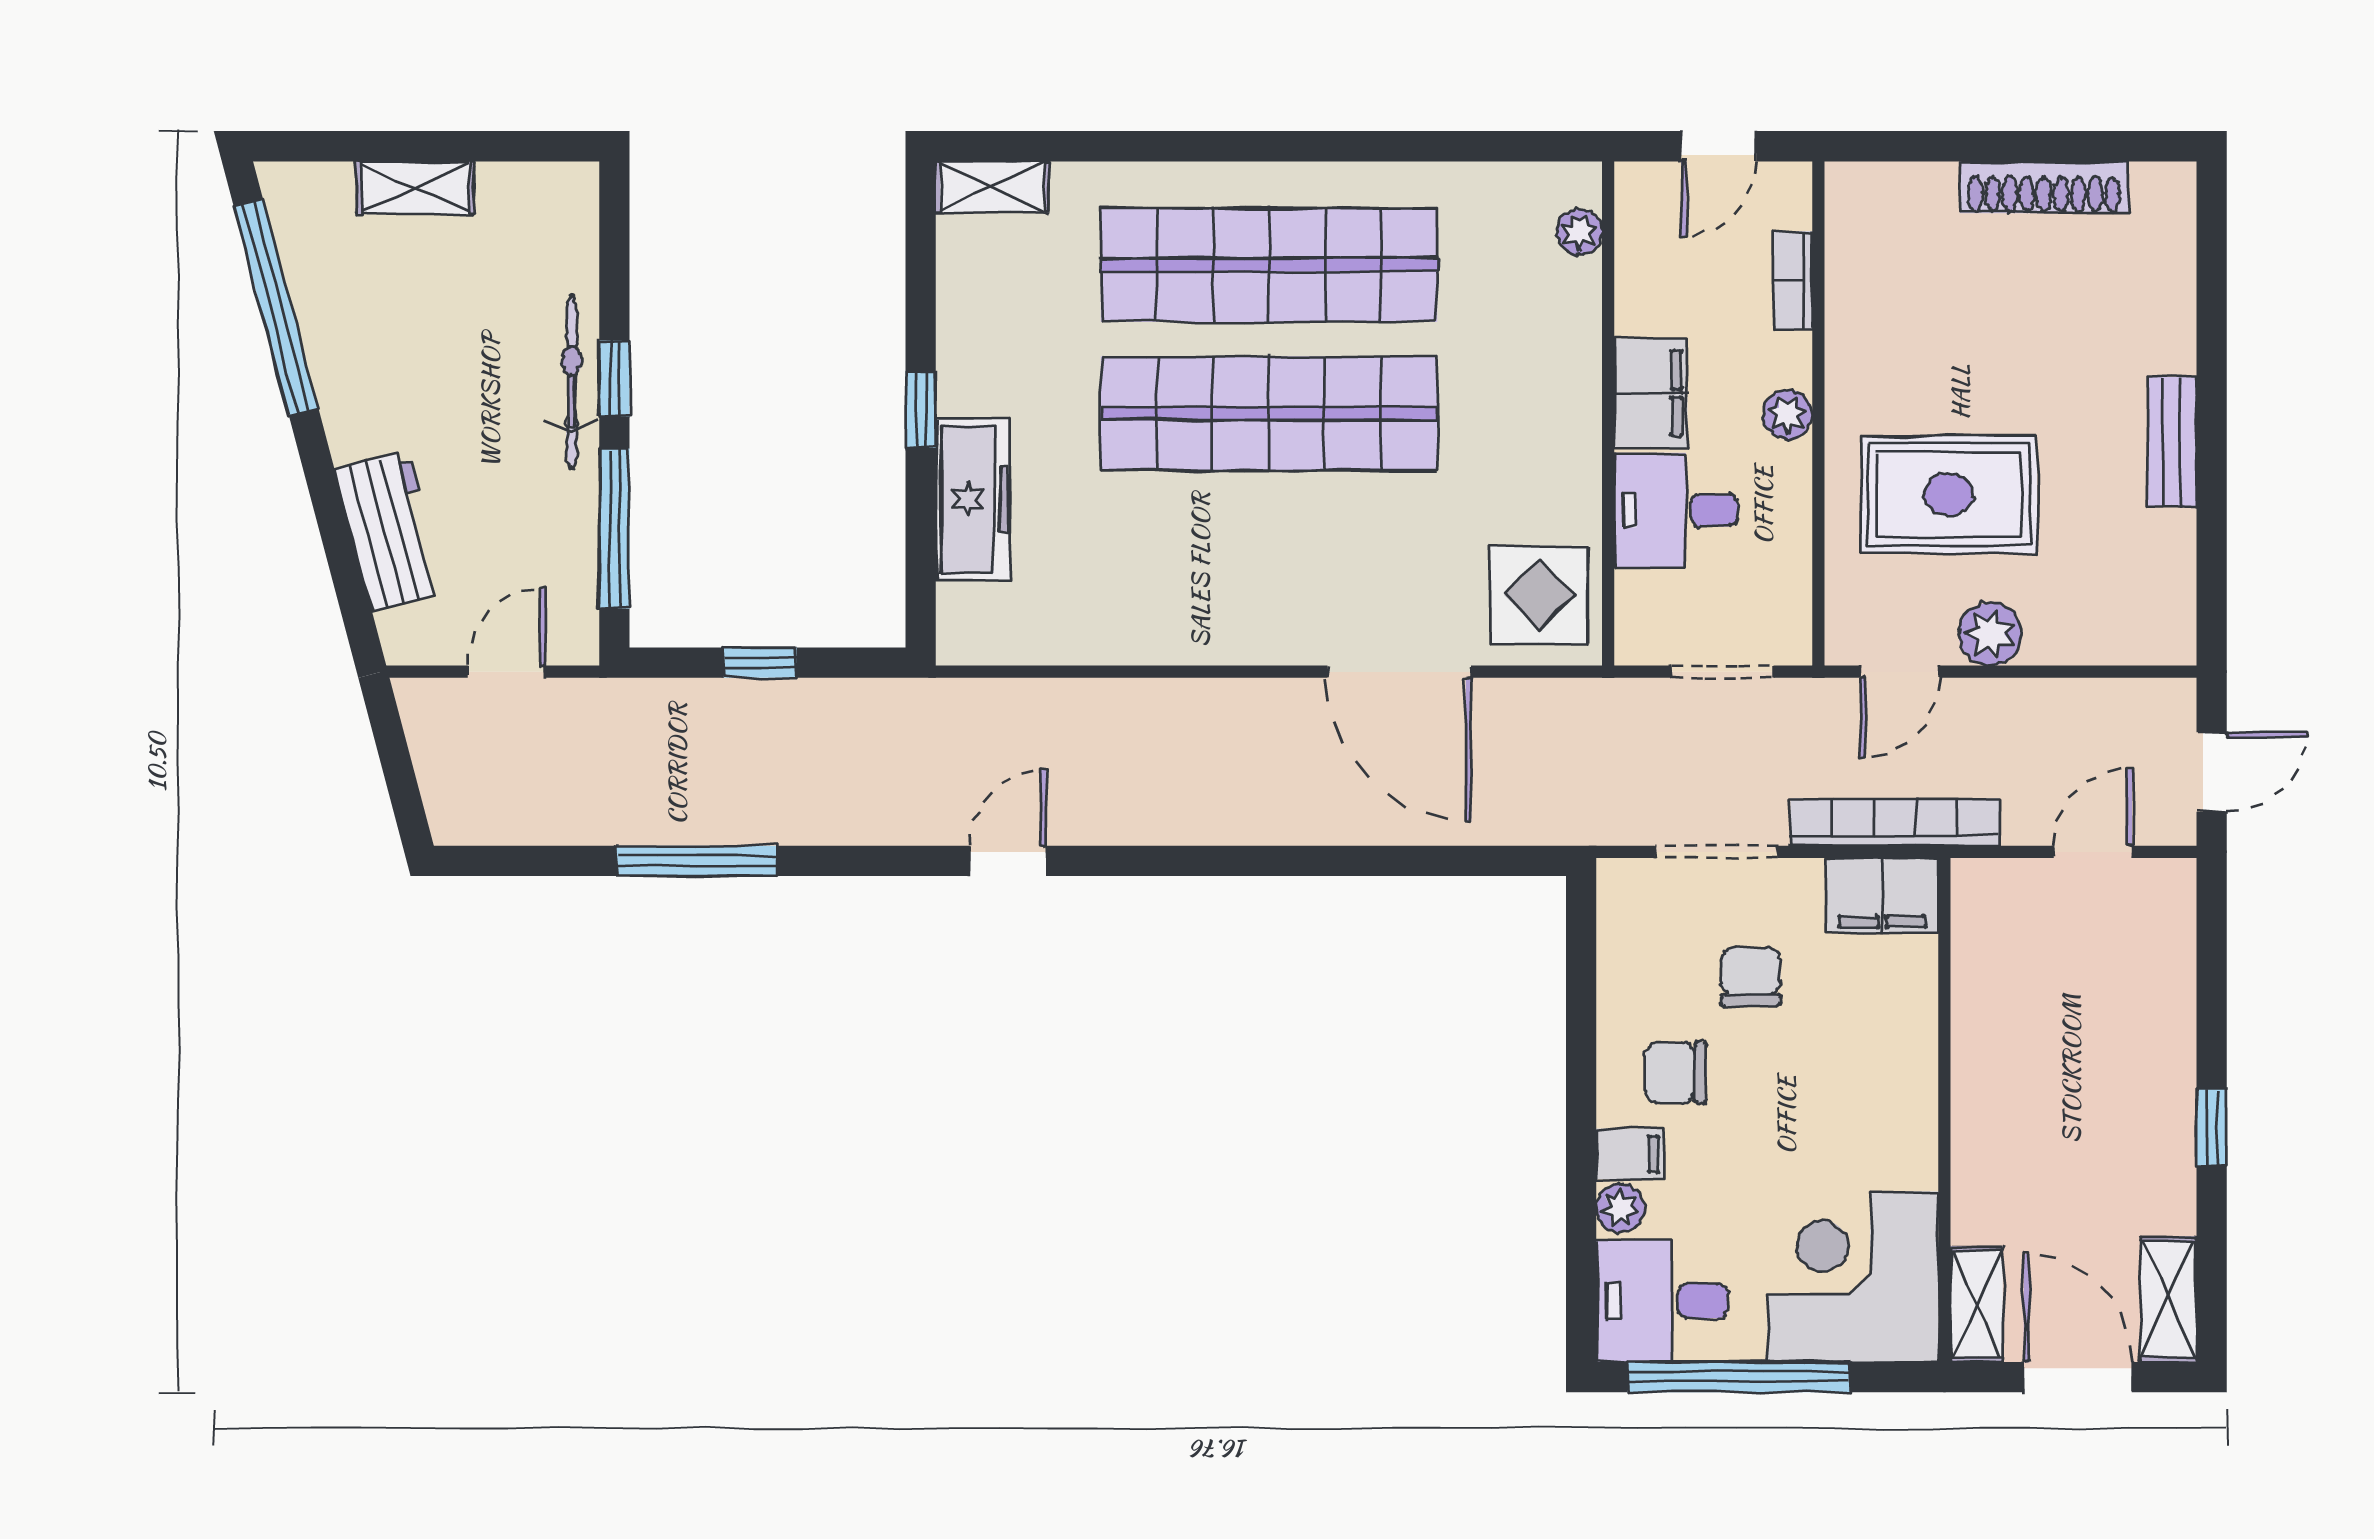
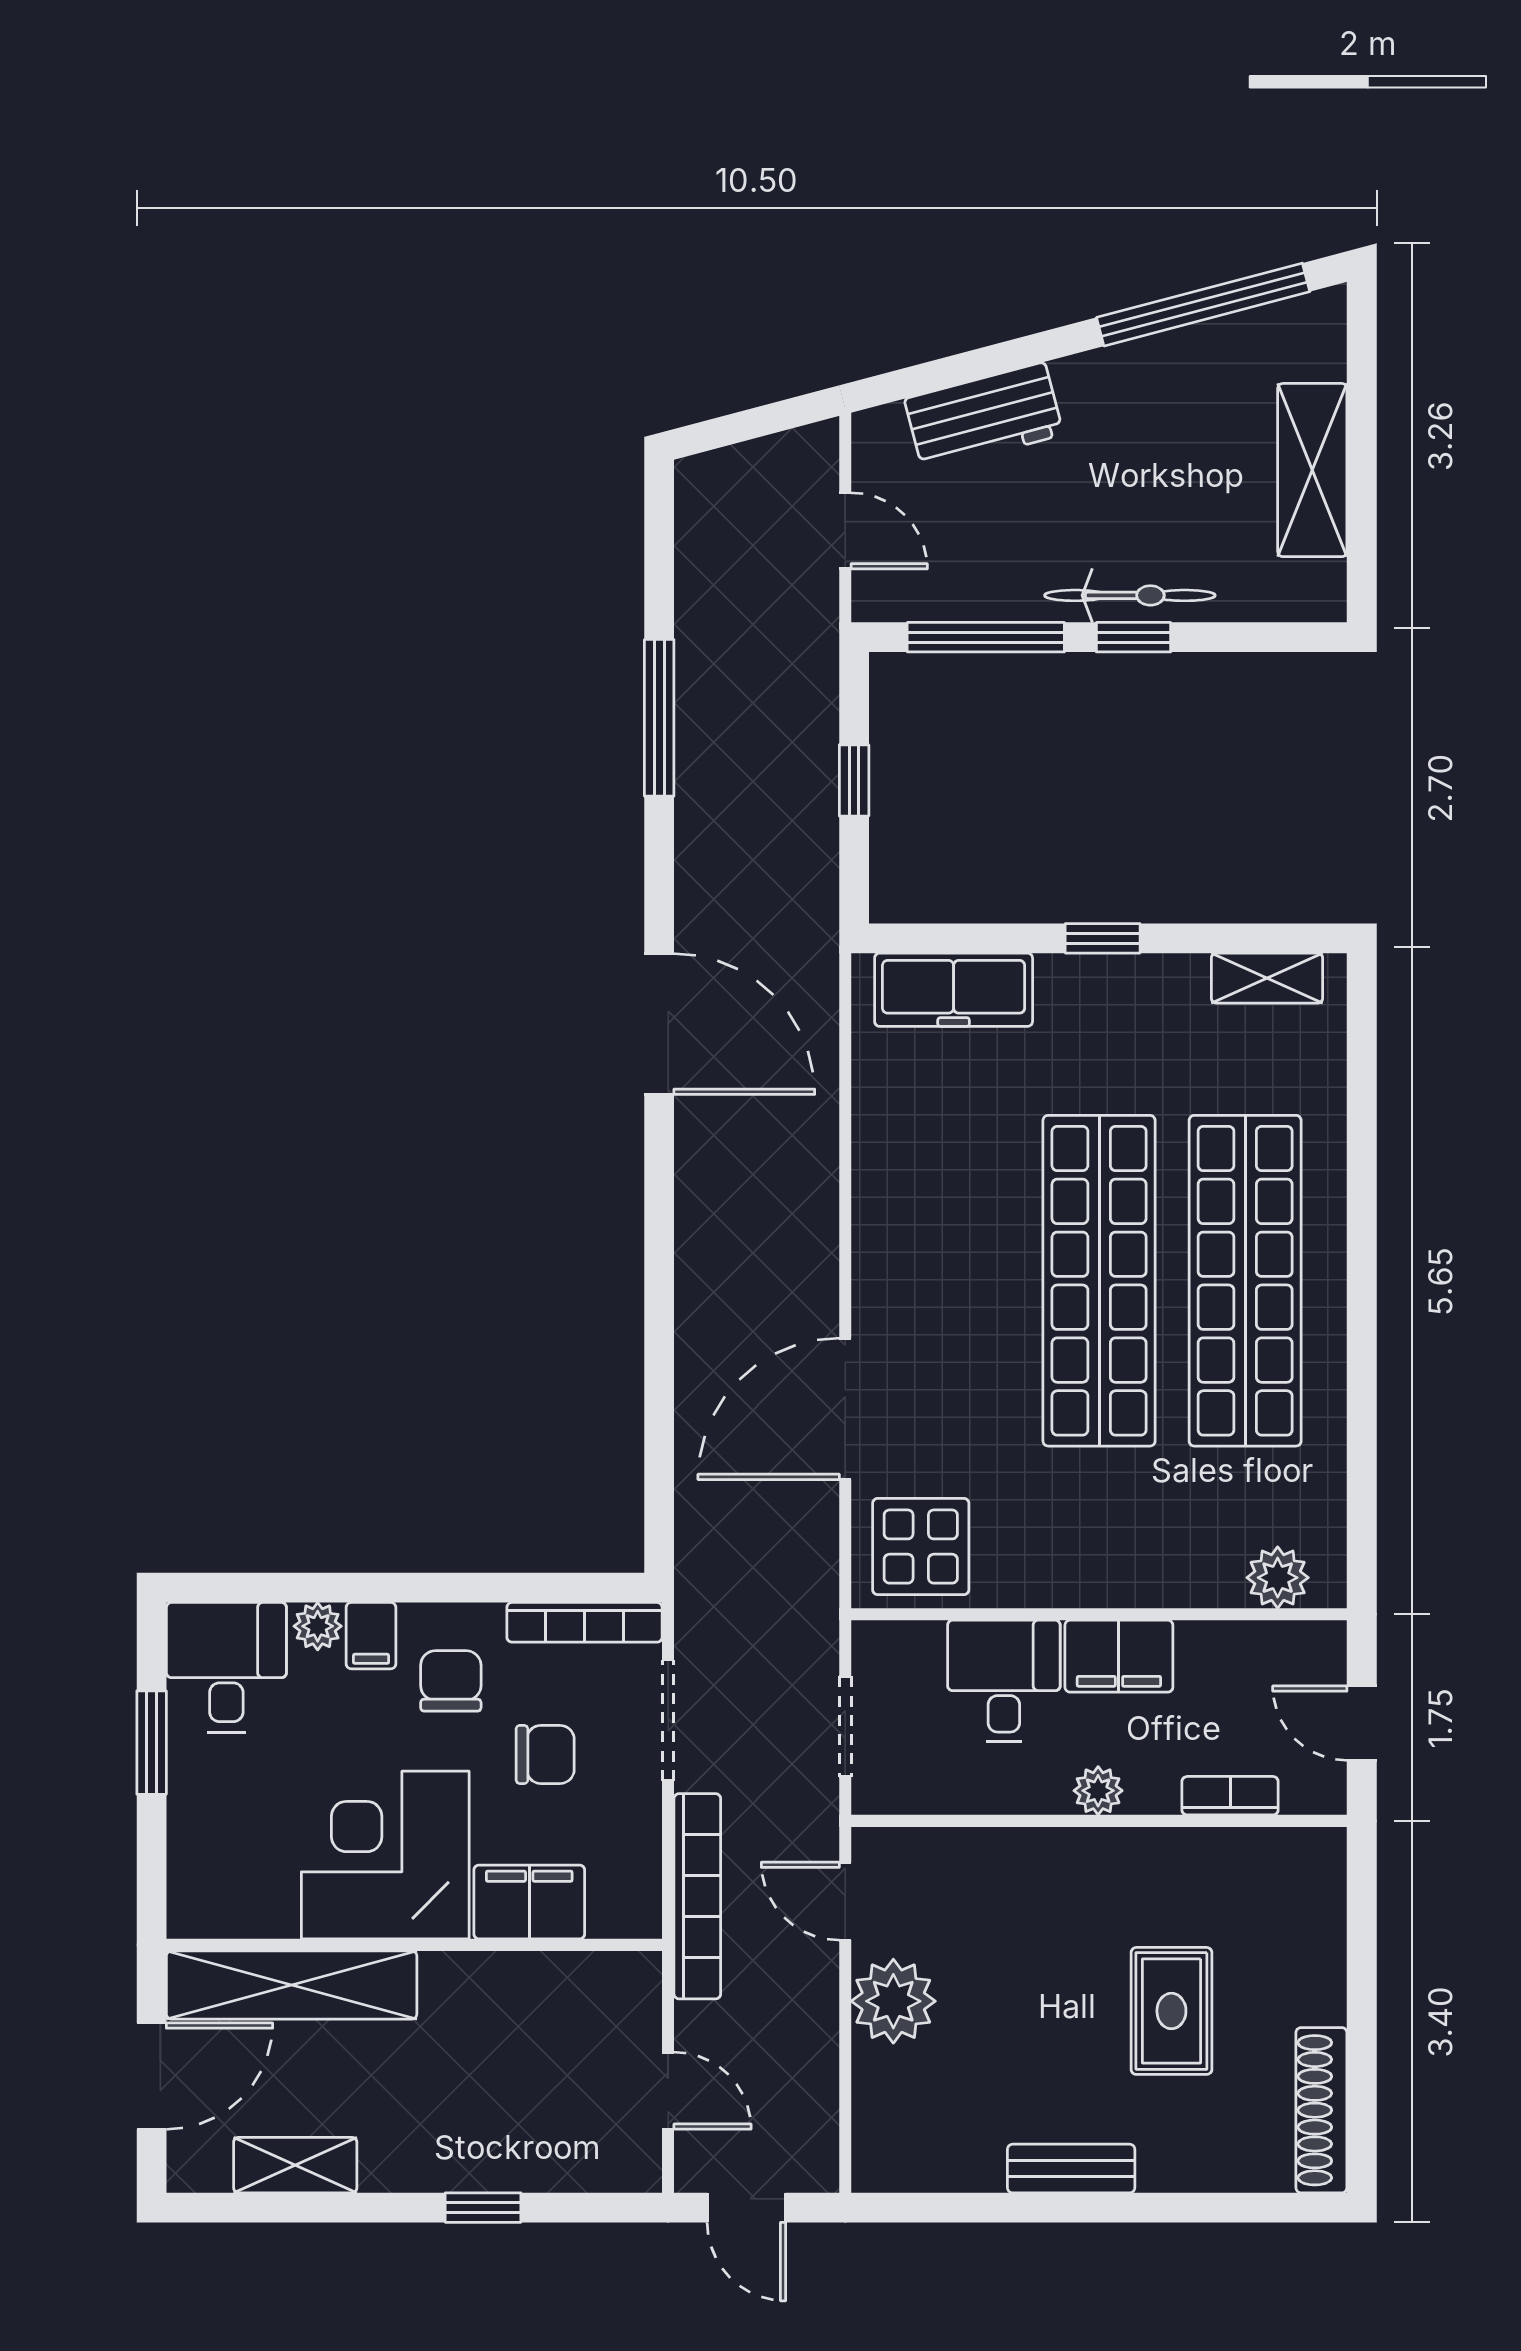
shelving: (992, 187) -> (1267, 978), moved, turned 90
shoe rack: (2044, 187) -> (1321, 2110), moved
shelving: (415, 188) -> (1312, 470), width x1.50, depth x1.33
plant: (1579, 232) -> (1278, 1578), width x1.38, depth x1.38
rug: (1949, 495) -> (1171, 2011), moved, width x0.73, depth x0.70
freezer: (973, 499) -> (954, 990), moved
plant: (1990, 634) -> (893, 2001), width x1.36, depth x1.36
door: (1008, 861) -> (659, 1024), width x1.88
filing cabinet: (1882, 895) -> (529, 1902), moved, turned 90
bookcase: (1616, 937) -> (585, 1622), added
window: (2212, 1127) -> (483, 2208), moved
corner desk: (1853, 1277) -> (385, 1855), moved, turned -90
shelving: (2168, 1299) -> (295, 2165), moved
shelving: (1977, 1304) -> (292, 1985), width x2.20, depth x1.33
window: (1739, 1377) -> (152, 1743), width x0.47

